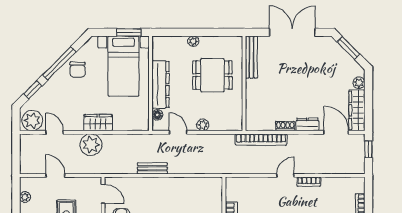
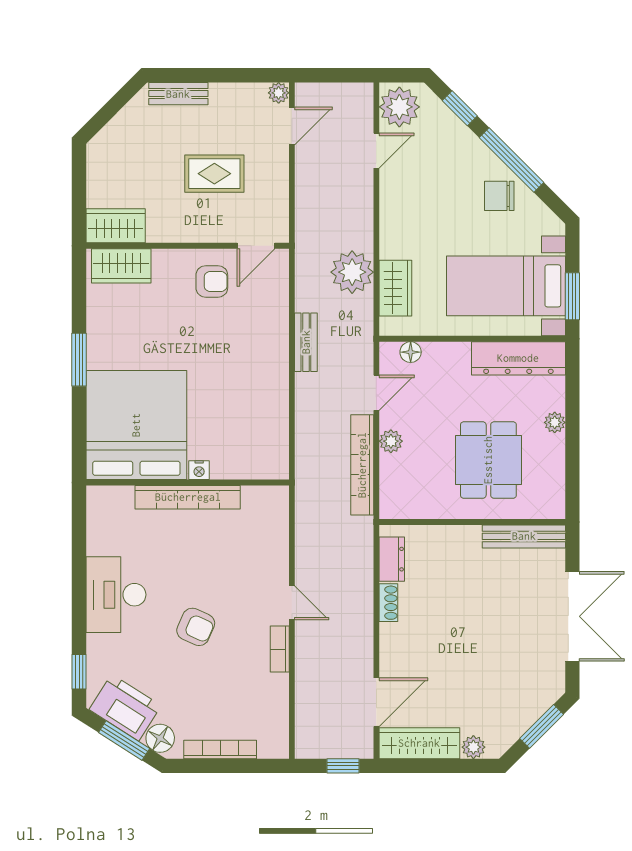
dresser: (161, 84) -> (518, 358), moved
wardrobe: (98, 123) -> (395, 288), moved
dresser: (307, 124) -> (392, 559), moved
bookcase: (261, 140) -> (362, 465), moved
plant: (91, 145) -> (352, 272), moved
door: (55, 175) -> (292, 126), moved
plant: (25, 197) -> (279, 93), moved

